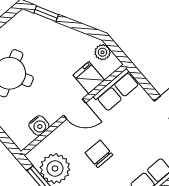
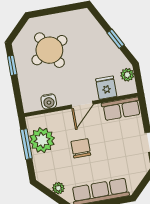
window: (46, 14) -> (116, 39), moved
door: (75, 109) -> (82, 105), hinge flipped

